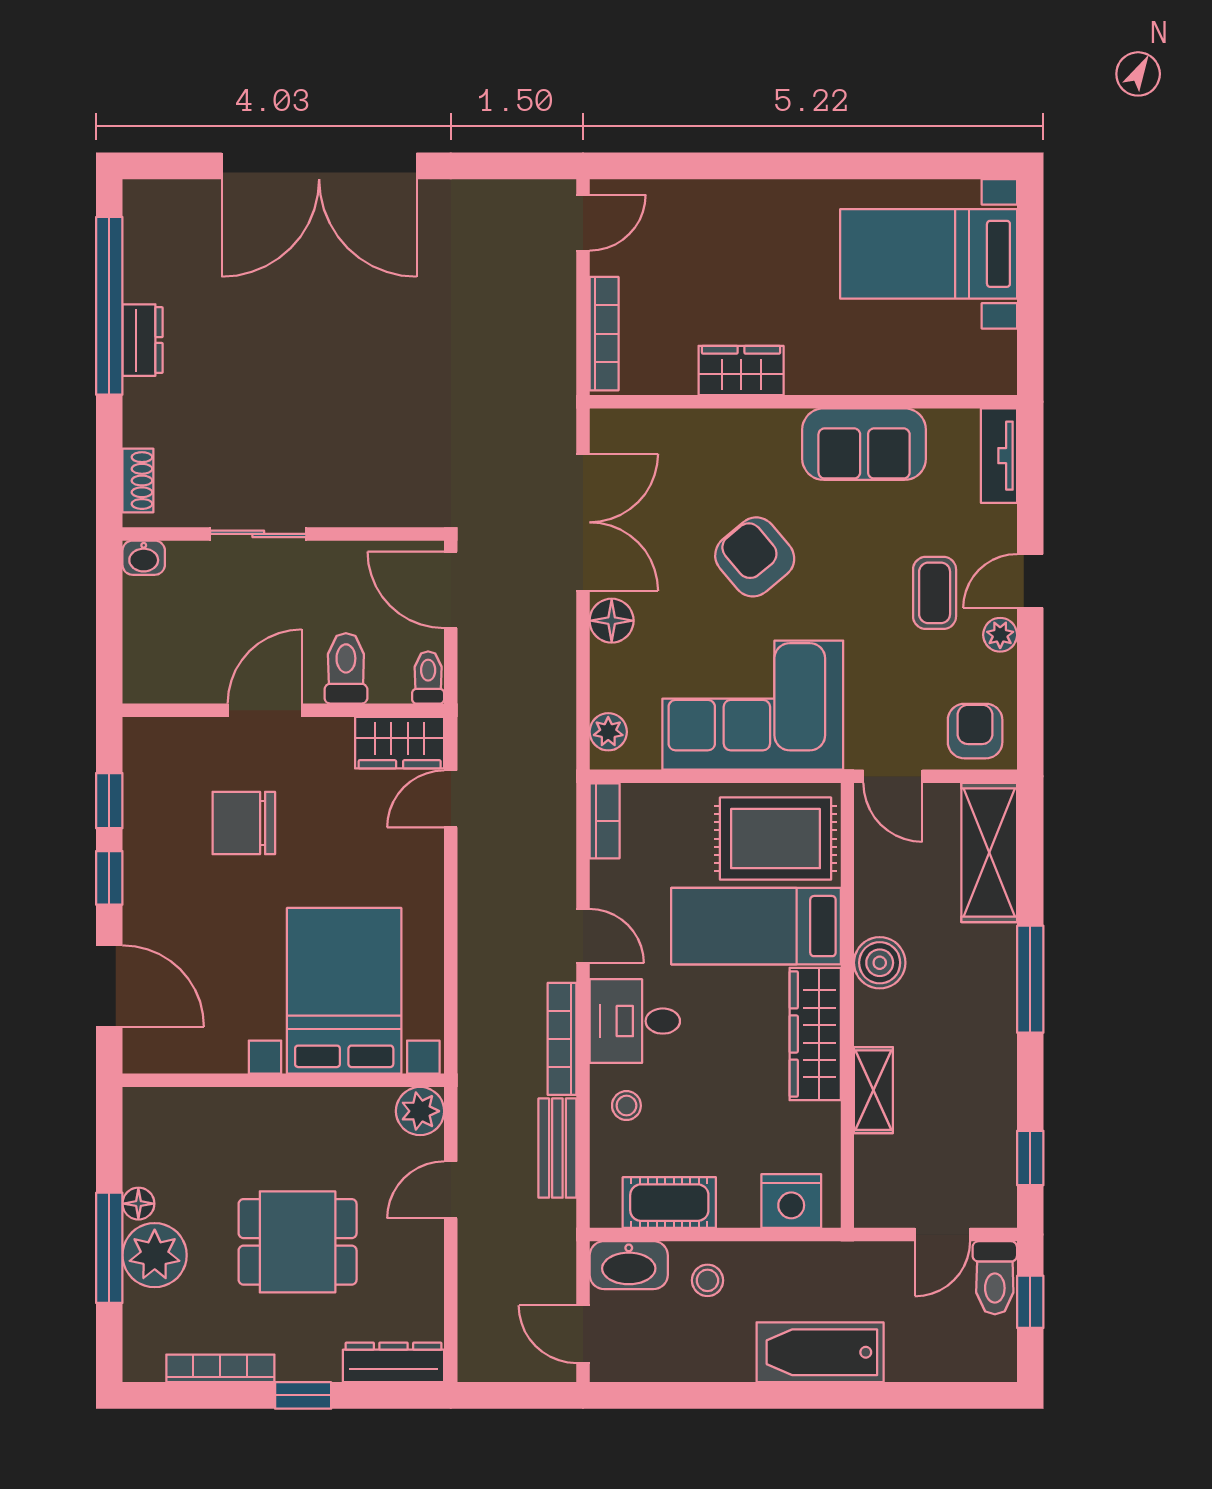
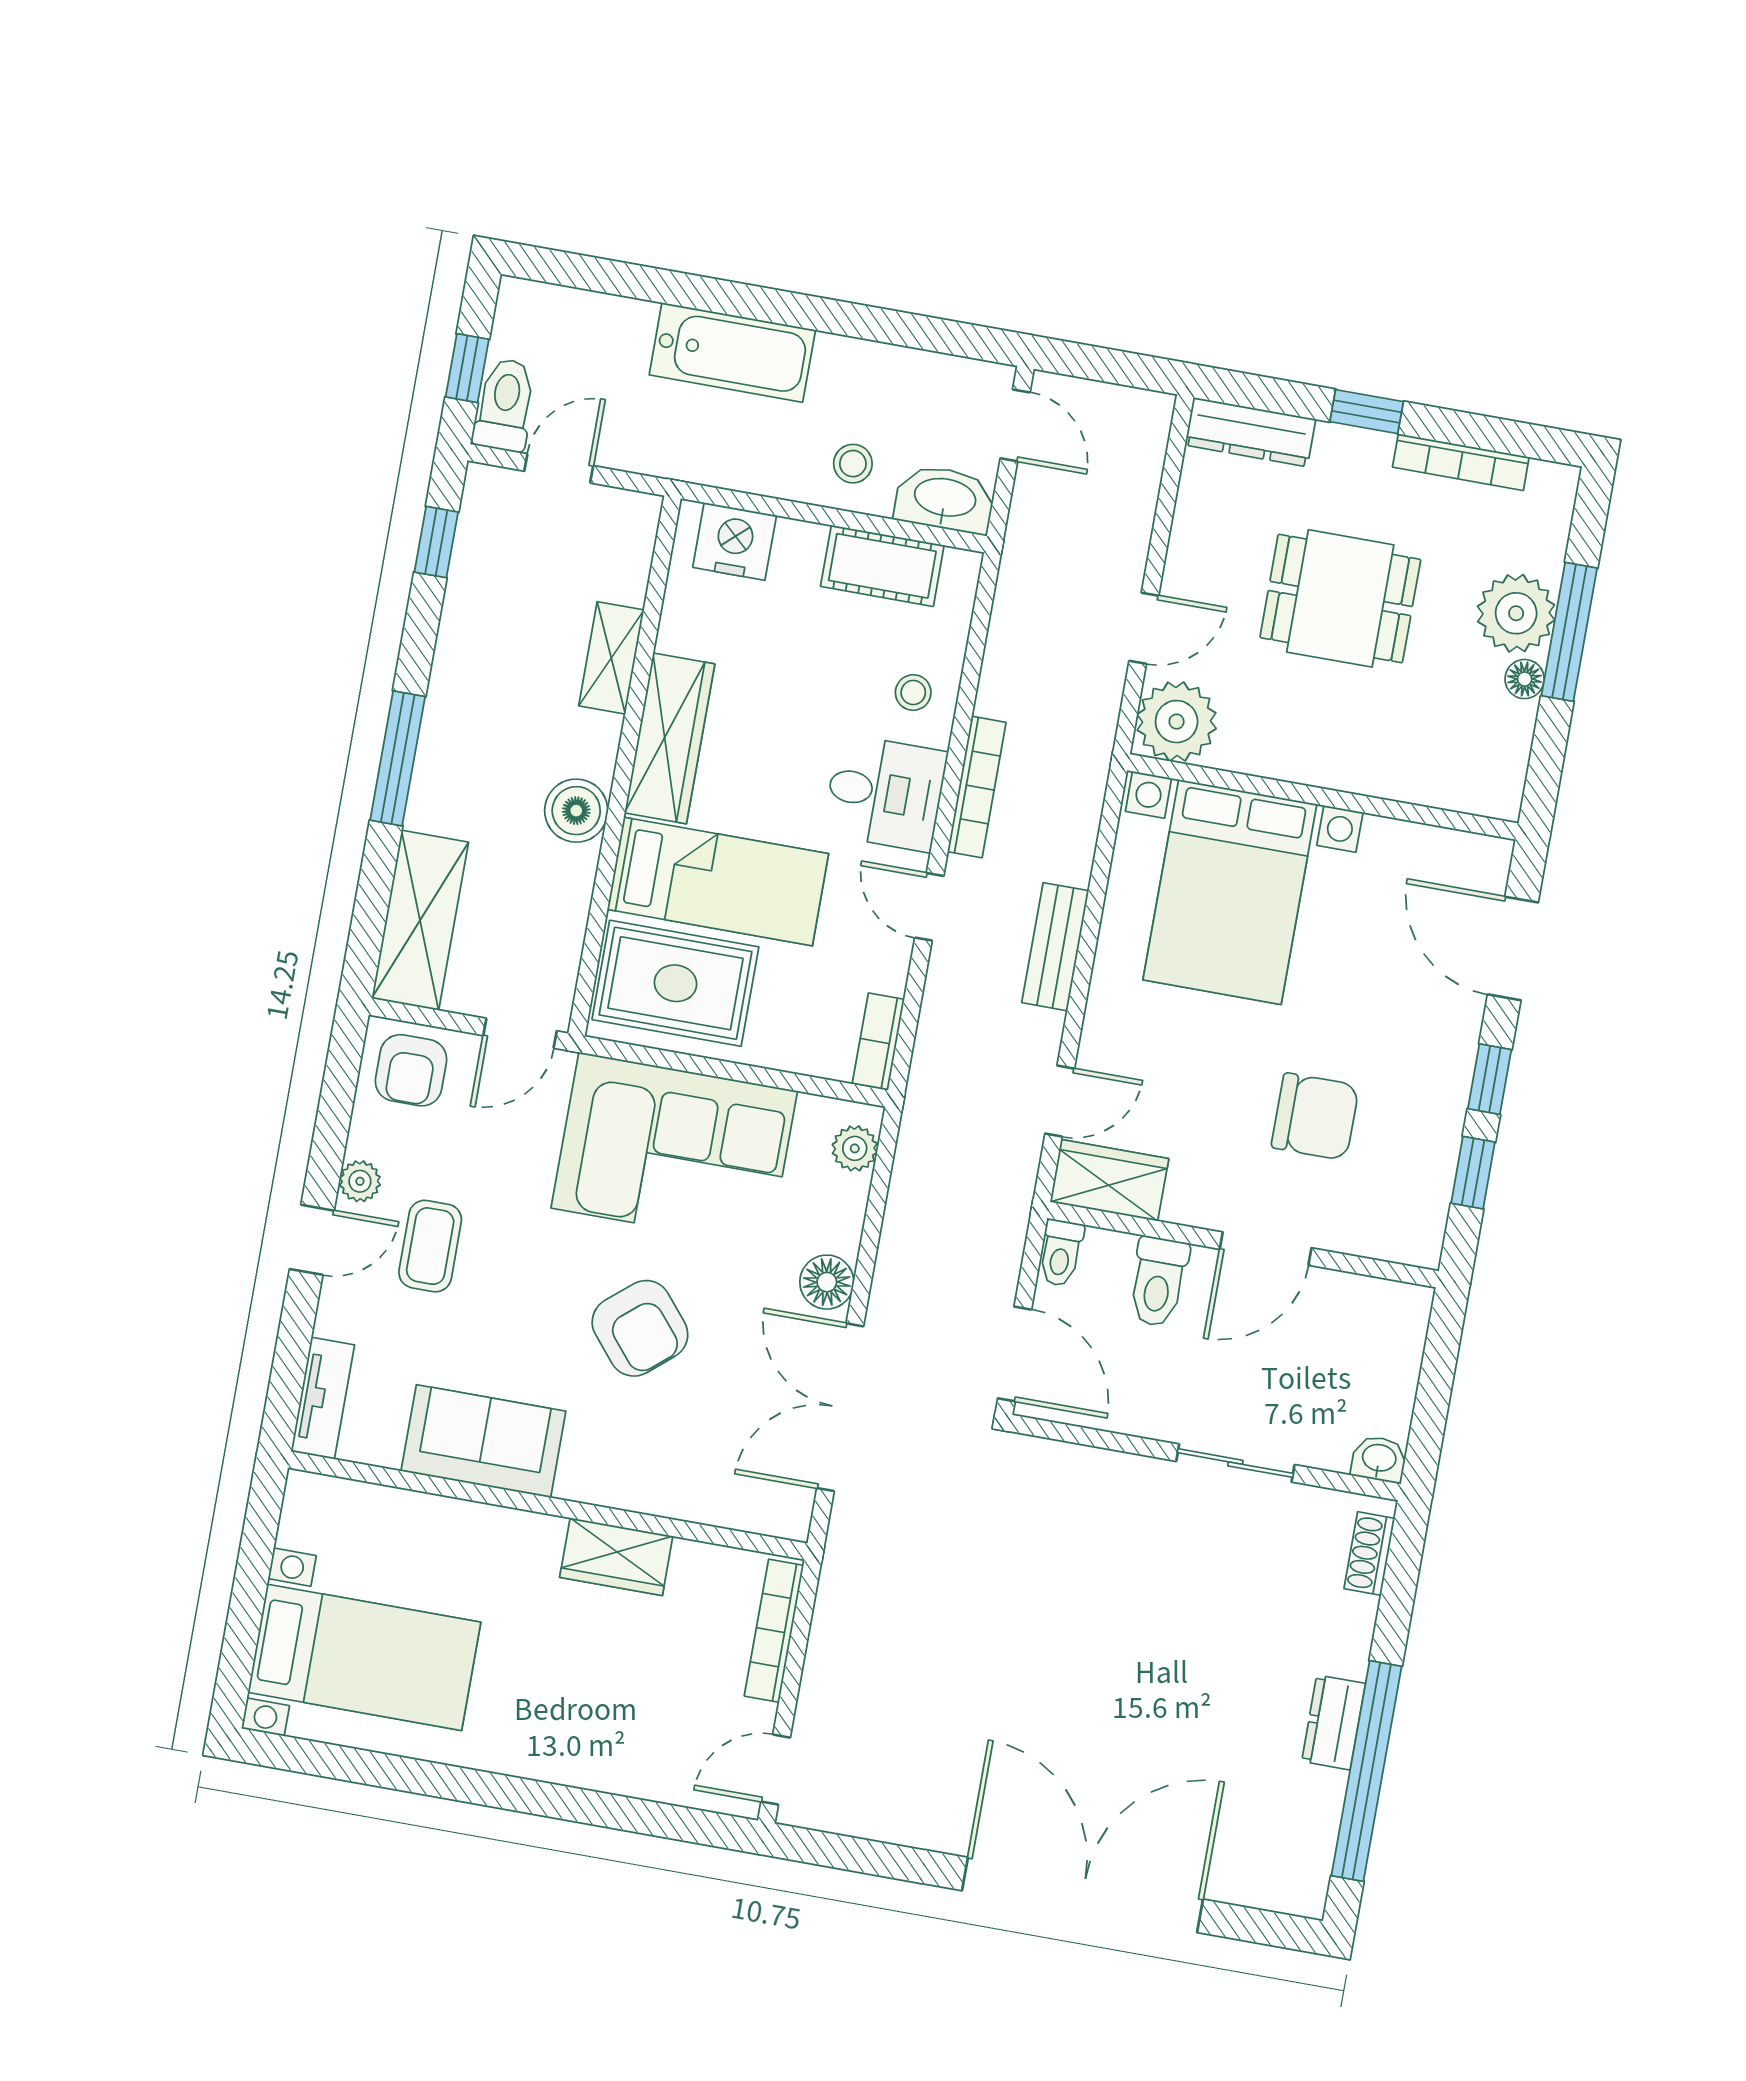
door: (893, 776) -> (520, 1033), swing flipped
plant: (420, 1111) -> (1177, 722), width x1.36, depth x1.36
bench: (557, 1148) -> (1055, 947), moved

